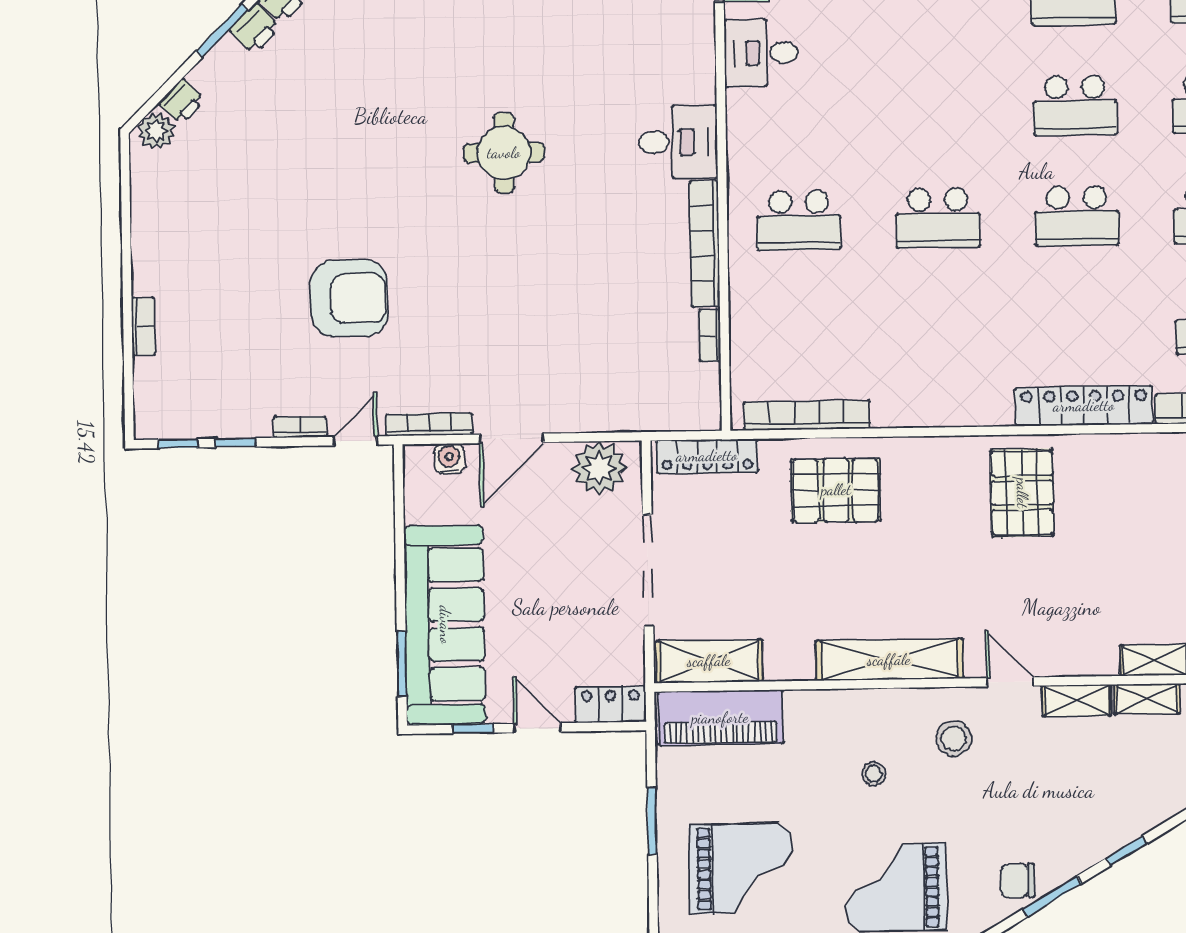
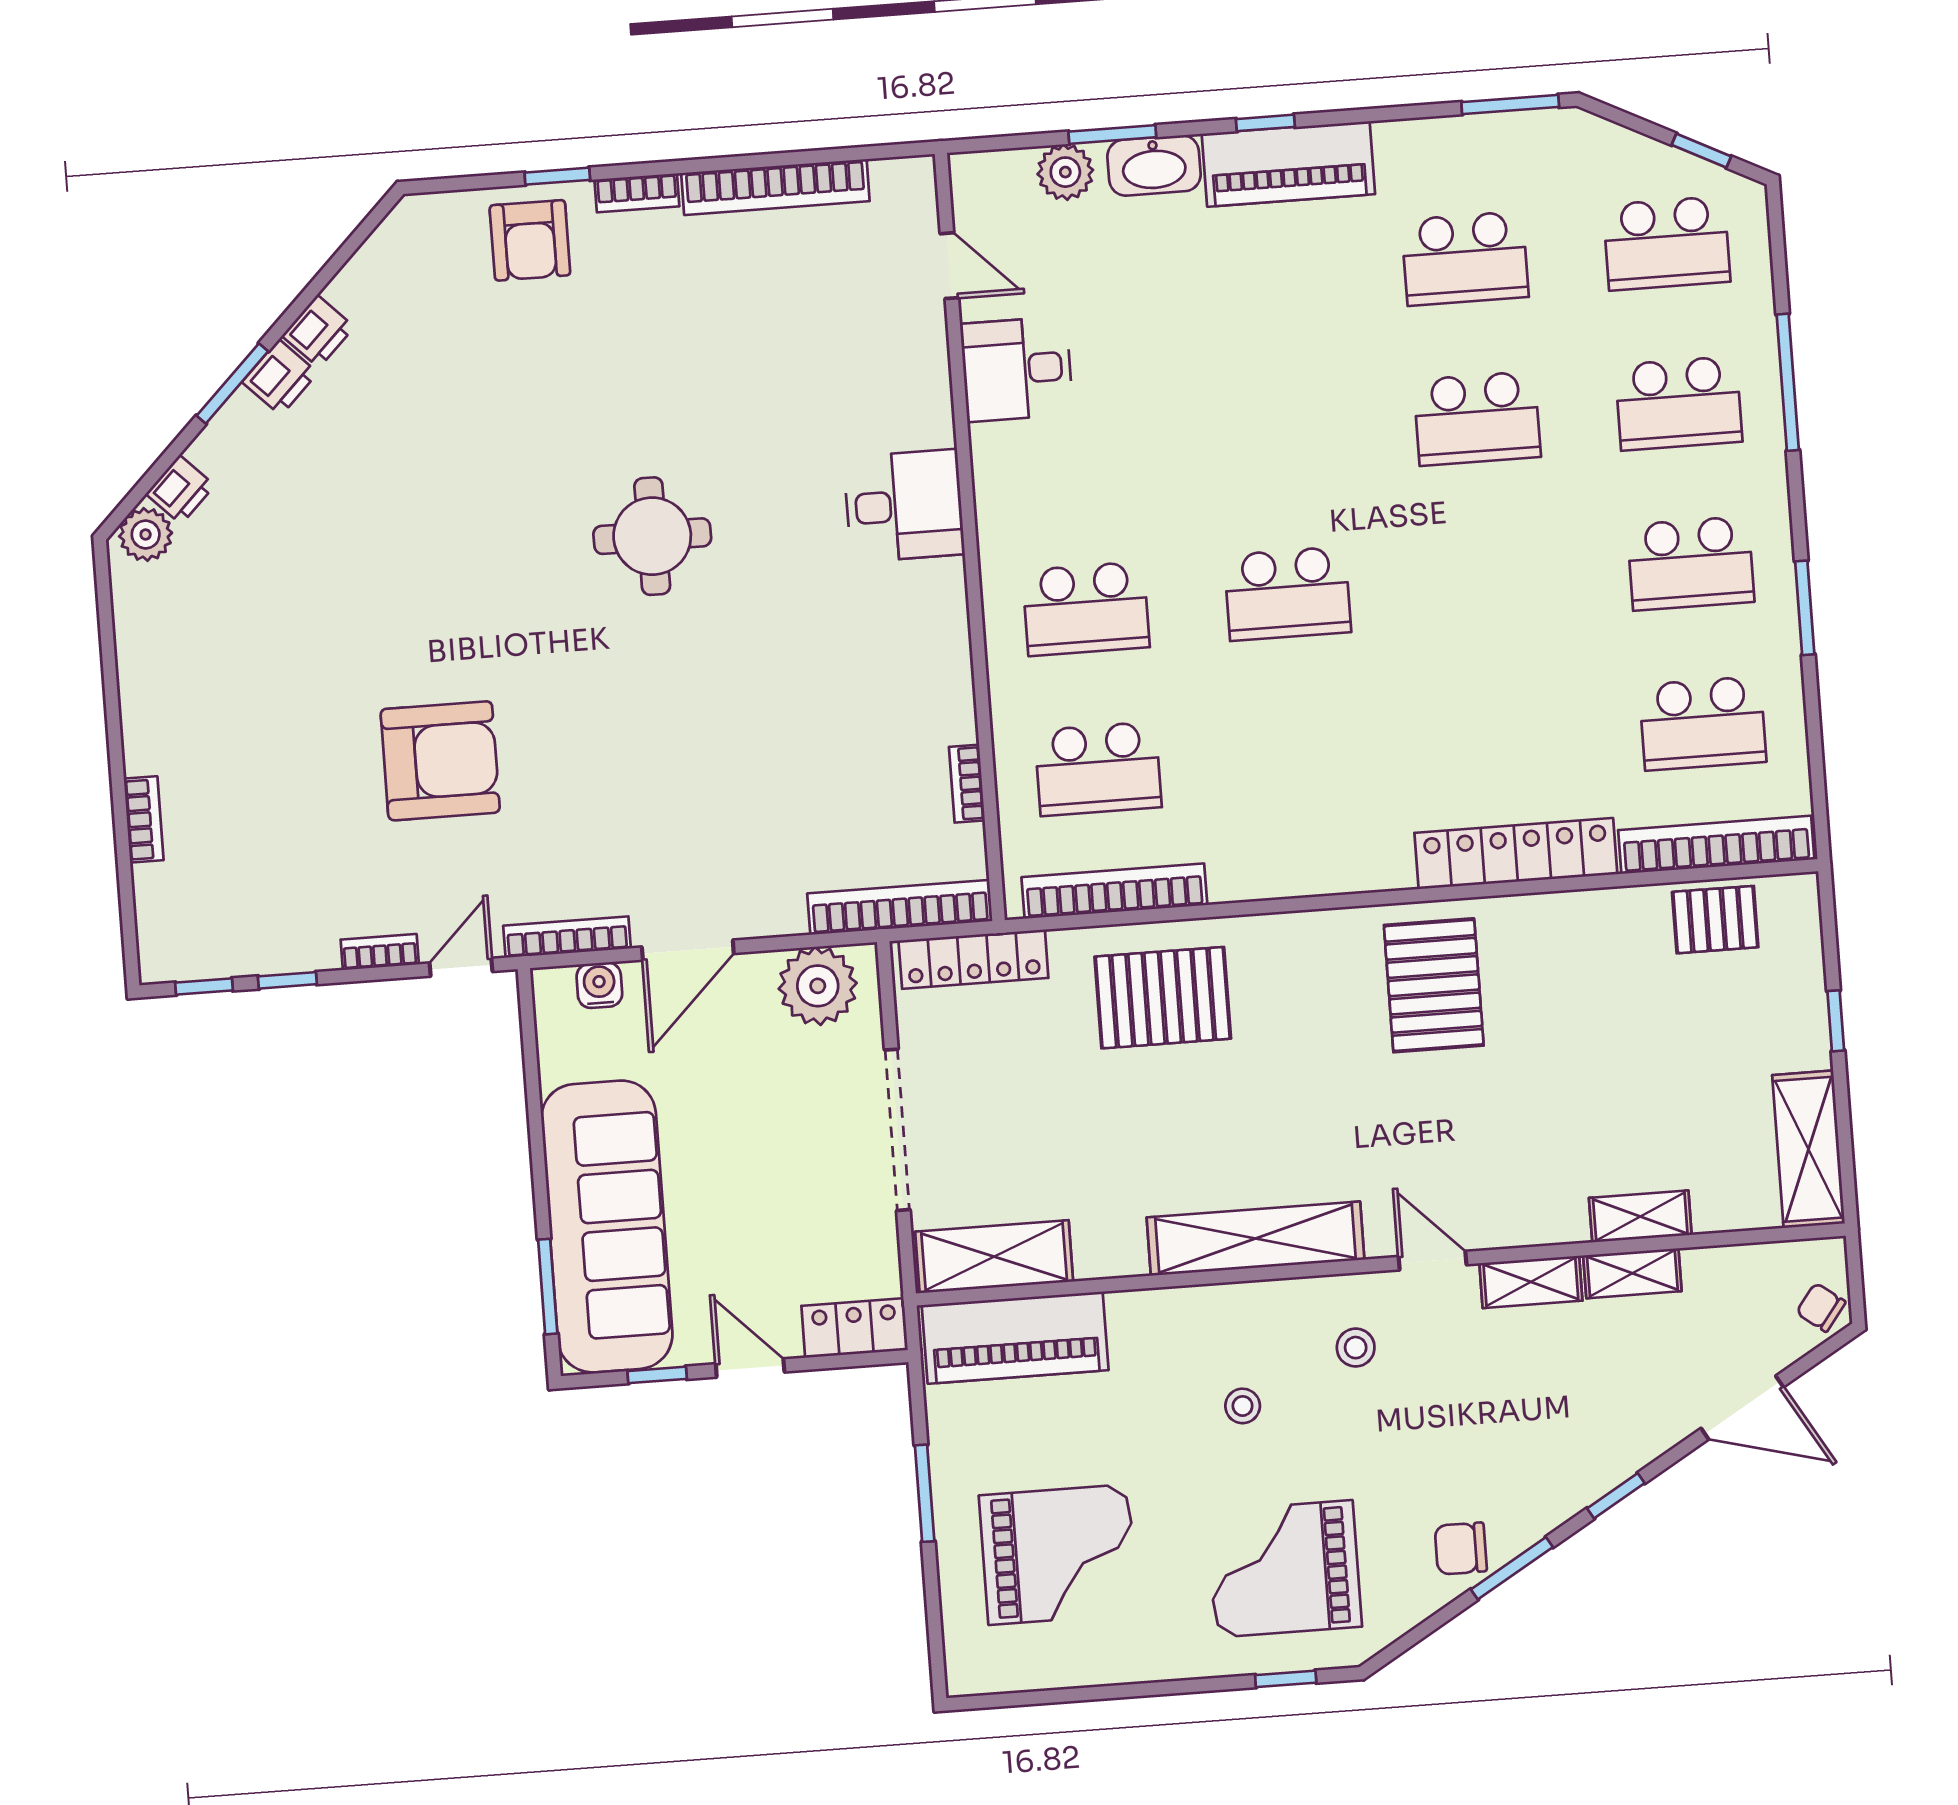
school desk: (1077, 216) -> (1098, 769), moved
bookcase: (705, 244) -> (900, 907), moved, turned 90
stool: (954, 738) -> (1356, 1348), width x0.73, depth x0.73

